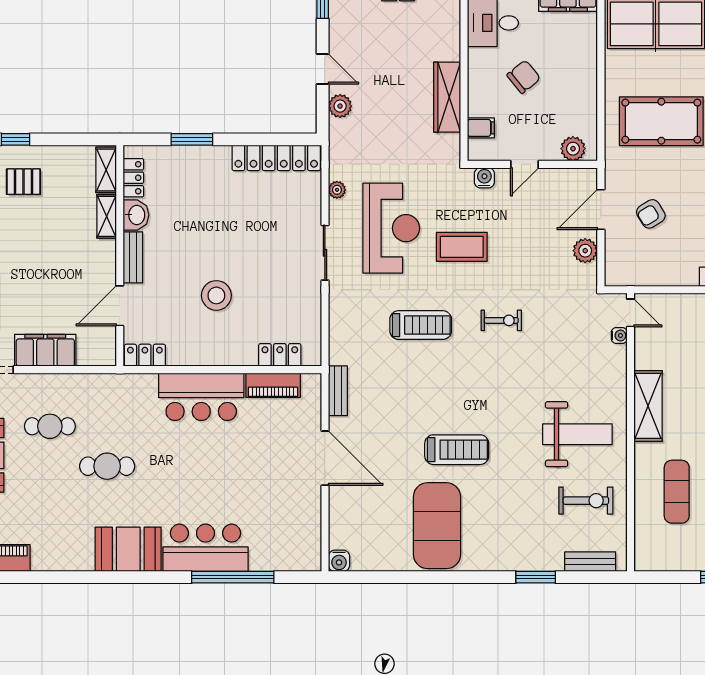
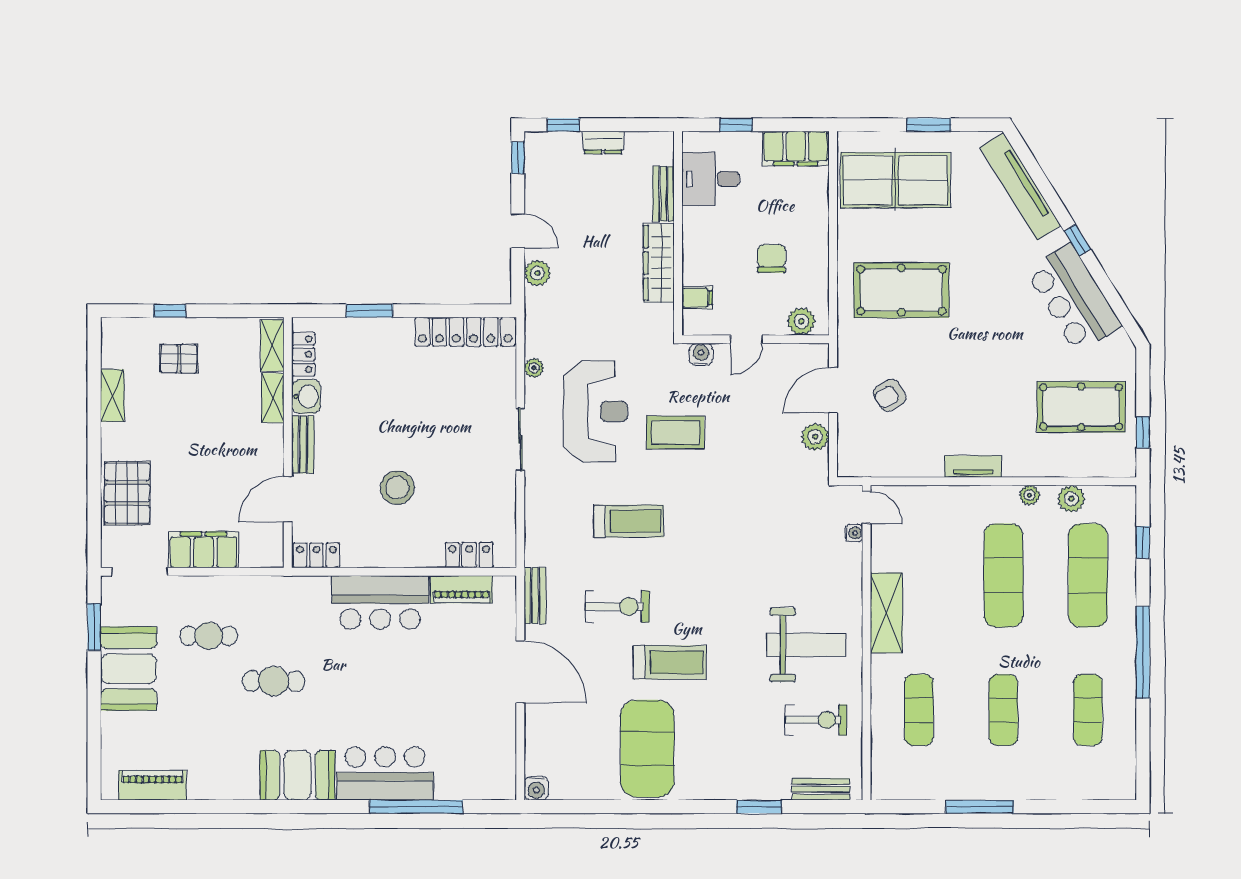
bench: (451, 36) -> (664, 194), added
chair: (524, 77) -> (771, 259), moved, turned -51
exercise bike: (501, 320) -> (617, 607), moved, width x1.38, depth x1.39

